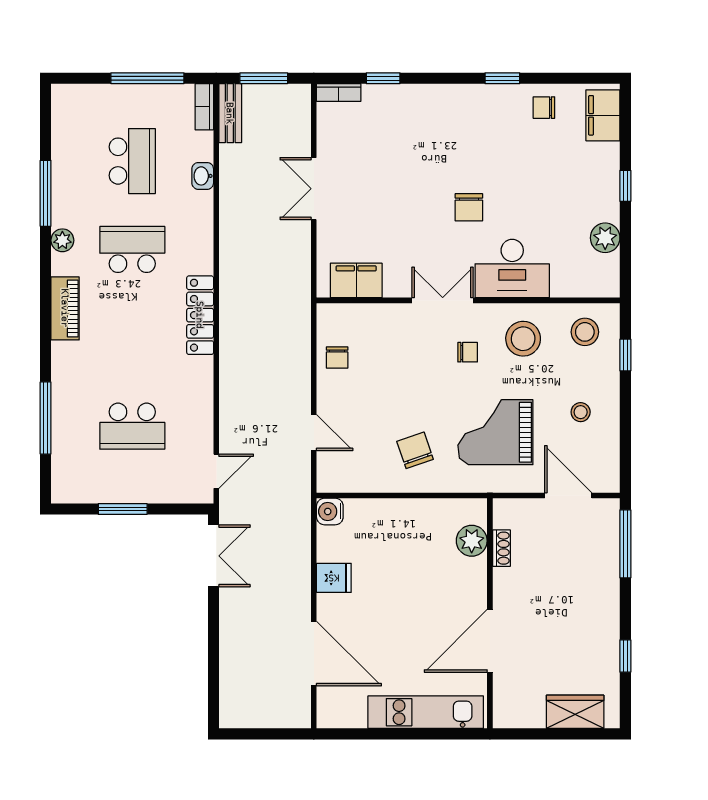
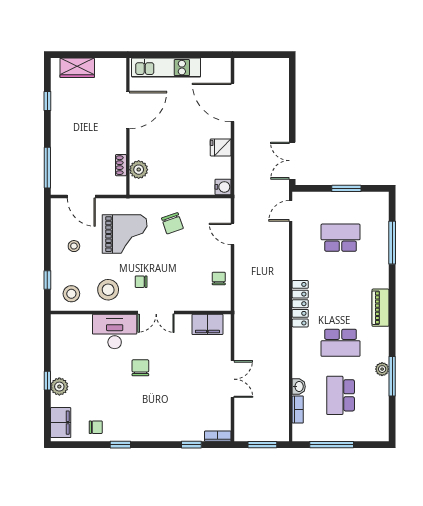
bookcase: (204, 107) -> (298, 409), moved
bench: (230, 113) -> (282, 424), removed
plant: (605, 238) -> (59, 387), moved
plant: (62, 240) -> (382, 369), moved

